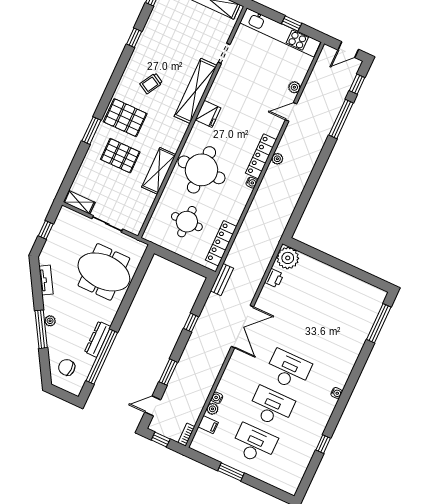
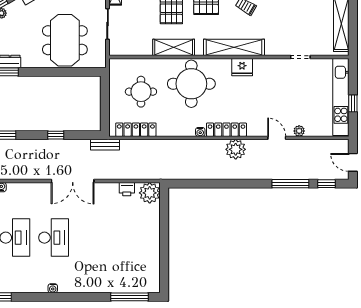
shelving: (196, 91) -> (234, 47), moved
plant: (277, 159) -> (236, 149), width x1.87, depth x1.87

